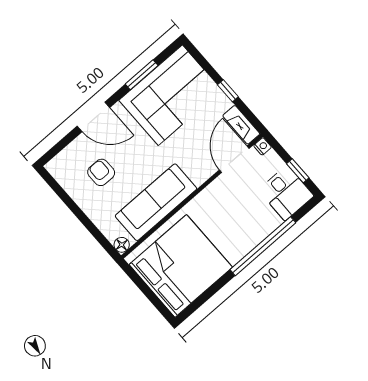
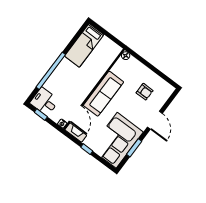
door: (93, 117) -> (155, 120), swing flipped
sofa: (156, 202) -> (103, 94), moved
bed: (181, 266) -> (84, 45), width x0.49

